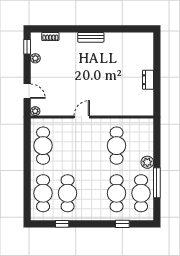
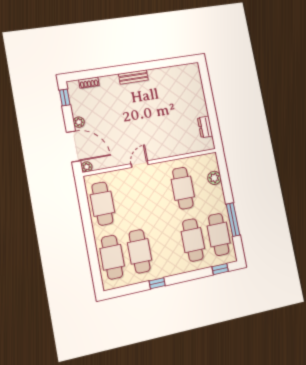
plant: (35, 58) -> (79, 122), moved
dresser: (148, 80) -> (205, 127), moved
door: (27, 91) -> (73, 146), width x1.88
plant: (147, 162) -> (214, 178), moved
window: (62, 224) -> (157, 283), moved
window: (122, 224) -> (220, 269), moved

